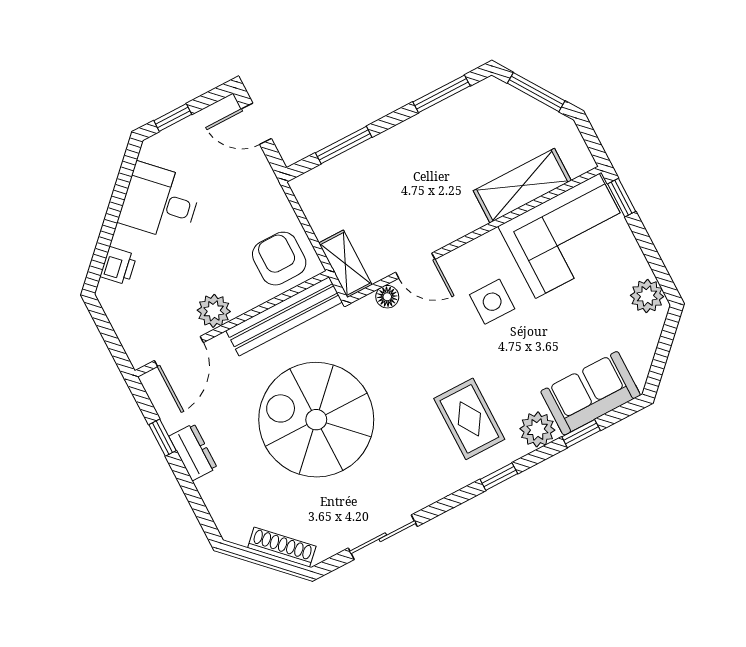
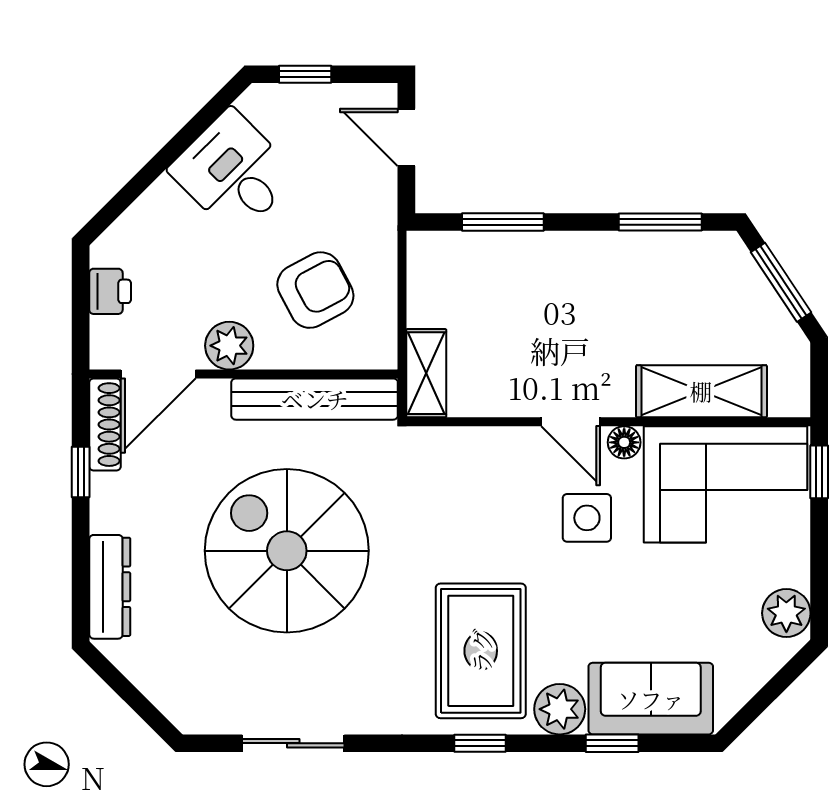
armchair: (279, 259) -> (315, 290), moved, turned 62
printer: (118, 266) -> (110, 291), moved, turned -45
door: (415, 266) -> (571, 422), moved
floor lamp: (387, 297) -> (624, 442), moved
rug: (469, 419) -> (481, 651), width x1.36, depth x1.43
dresser: (193, 452) -> (110, 587), moved, width x1.44
shoe rack: (282, 547) -> (105, 425), moved, turned 45

